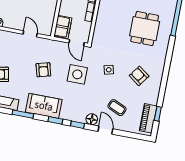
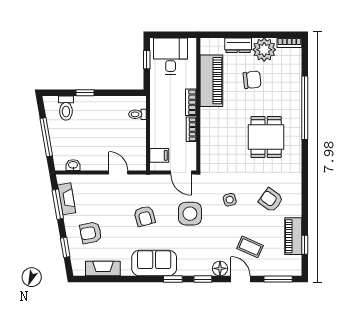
filing cabinet: (63, 27) -> (159, 155), width x0.50
window: (23, 114) -> (278, 279), moved
piano: (148, 118) -> (293, 236), moved

